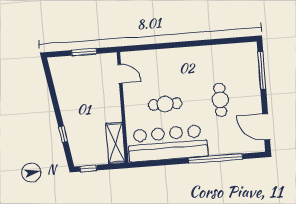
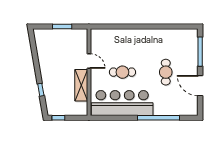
door: (120, 74) -> (89, 61), moved
door: (266, 127) -> (200, 86), moved
shelving: (115, 143) -> (81, 85), moved

